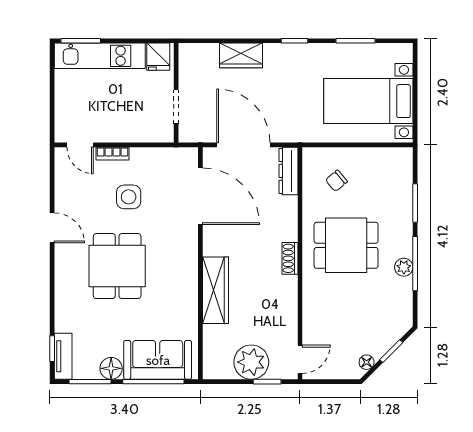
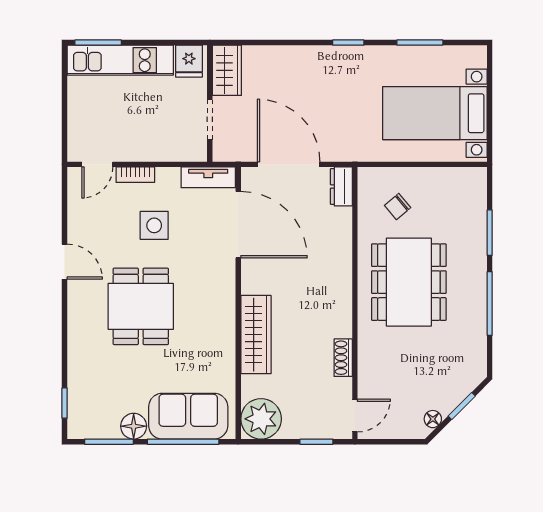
wardrobe: (241, 55) -> (227, 70), moved, turned -90
door: (80, 145) -> (97, 164), hinge flipped
dresser: (288, 171) -> (341, 186), width x0.70
dining table: (346, 245) -> (409, 282), width x1.38
shoe rack: (290, 258) -> (343, 358), moved
plant: (404, 267) -> (476, 308), removed
tv unit: (63, 356) -> (208, 177), moved, turned 90
plant: (251, 362) -> (261, 419), moved

